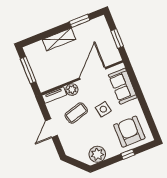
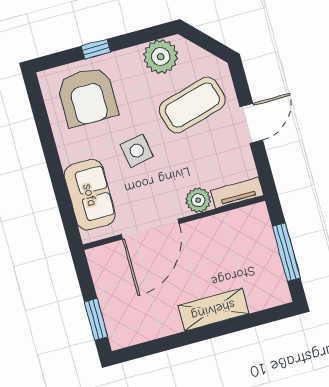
window: (80, 21) -> (165, 344), removed
window: (117, 39) -> (96, 319), moved
coffee table: (76, 113) -> (192, 105), moved, width x1.36, depth x1.32

